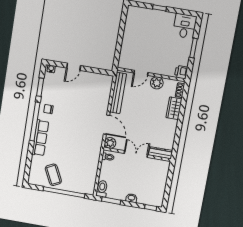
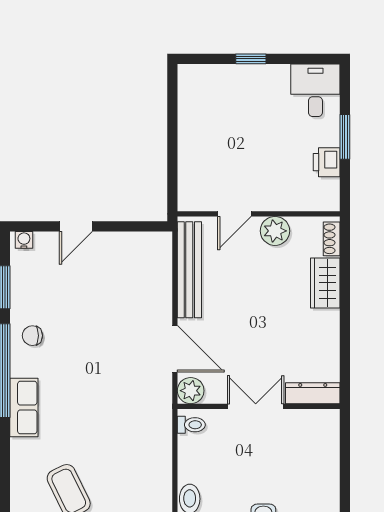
printer: (181, 72) -> (327, 162), moved
row of seats: (40, 138) -> (24, 408), width x0.68

